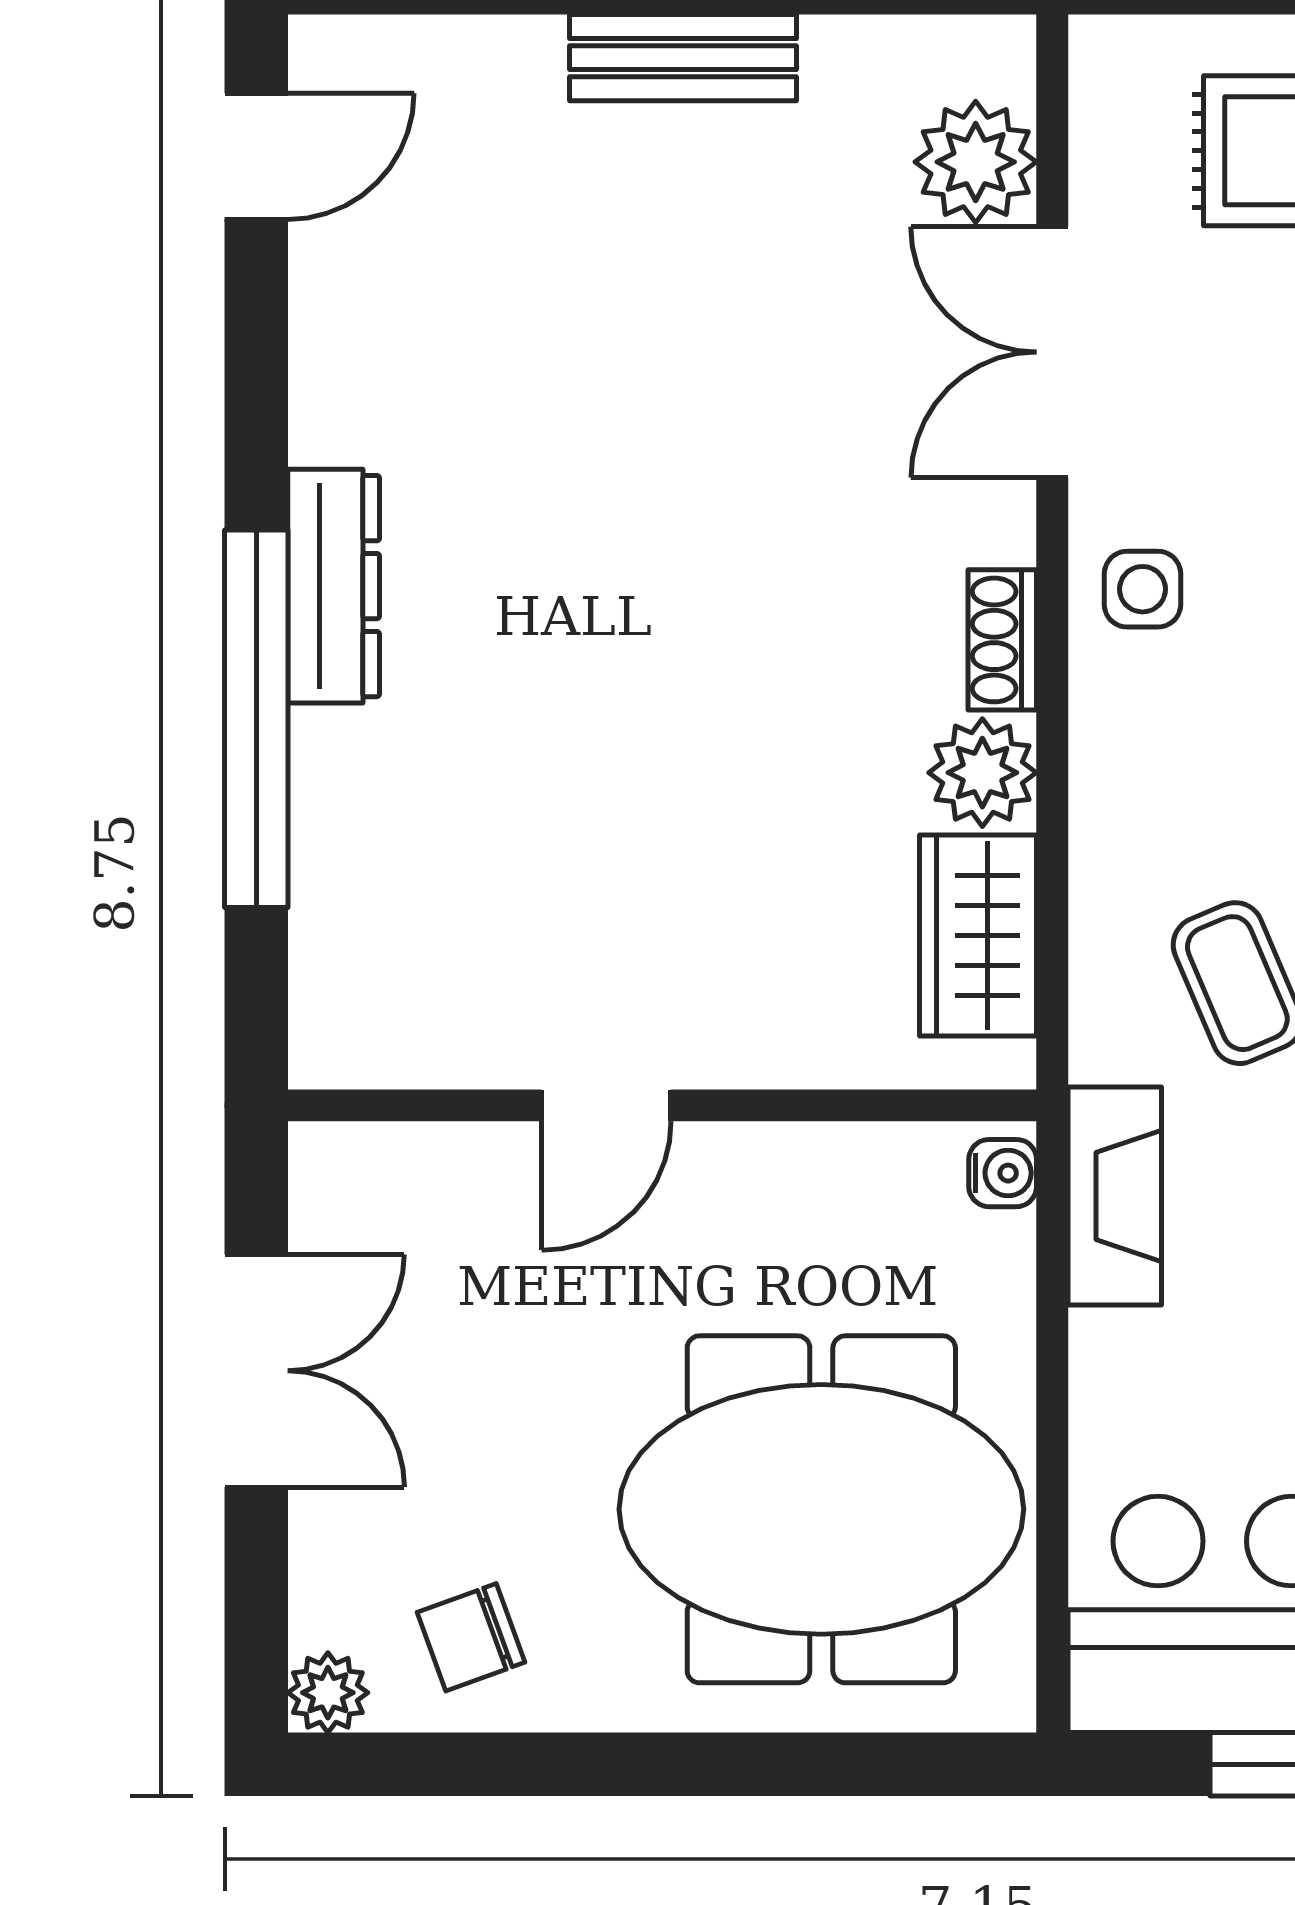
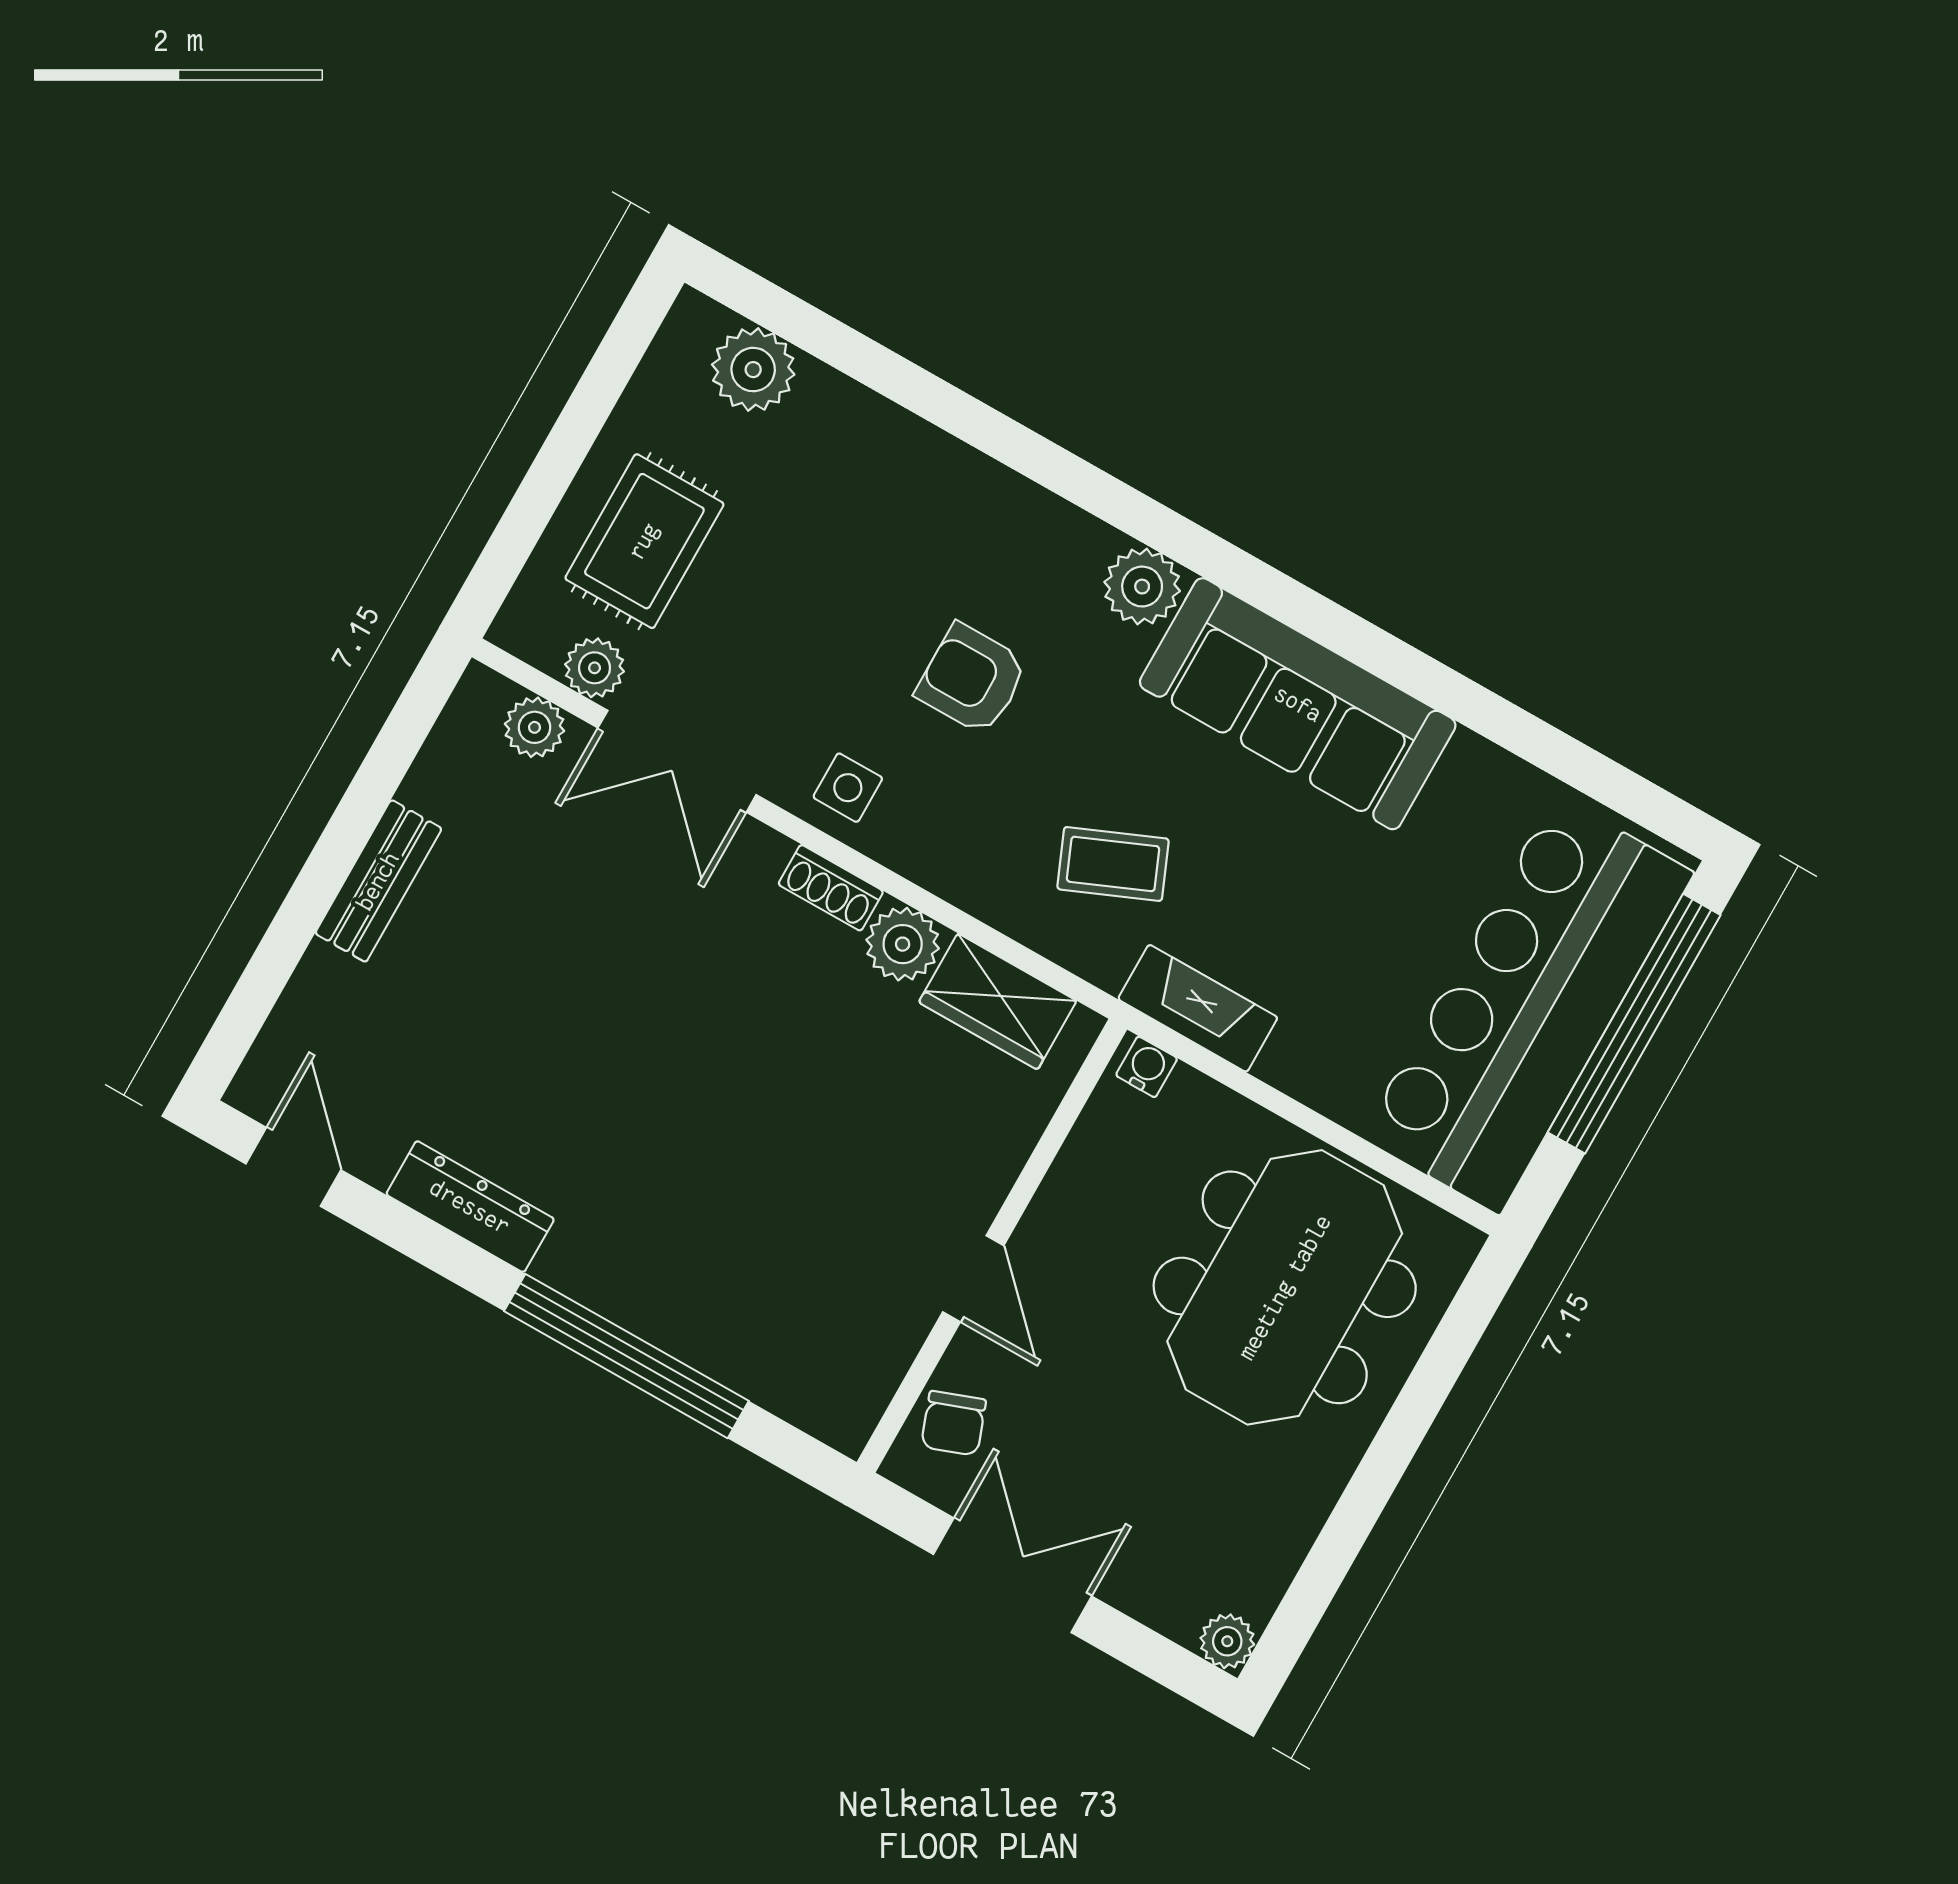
plant: (976, 162) -> (534, 727), width x0.73, depth x0.73
plant: (1112, 179) -> (595, 668), added
dresser: (334, 586) -> (470, 1207), moved
chair: (471, 1637) -> (954, 1423), moved

